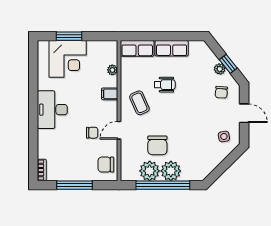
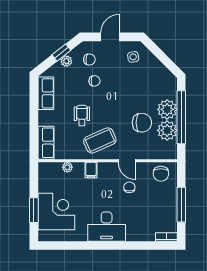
row of seats: (172, 48) -> (46, 93), moved
chair: (200, 97) -> (94, 81), added
coffee table: (139, 103) -> (100, 140), width x1.36, depth x1.30

